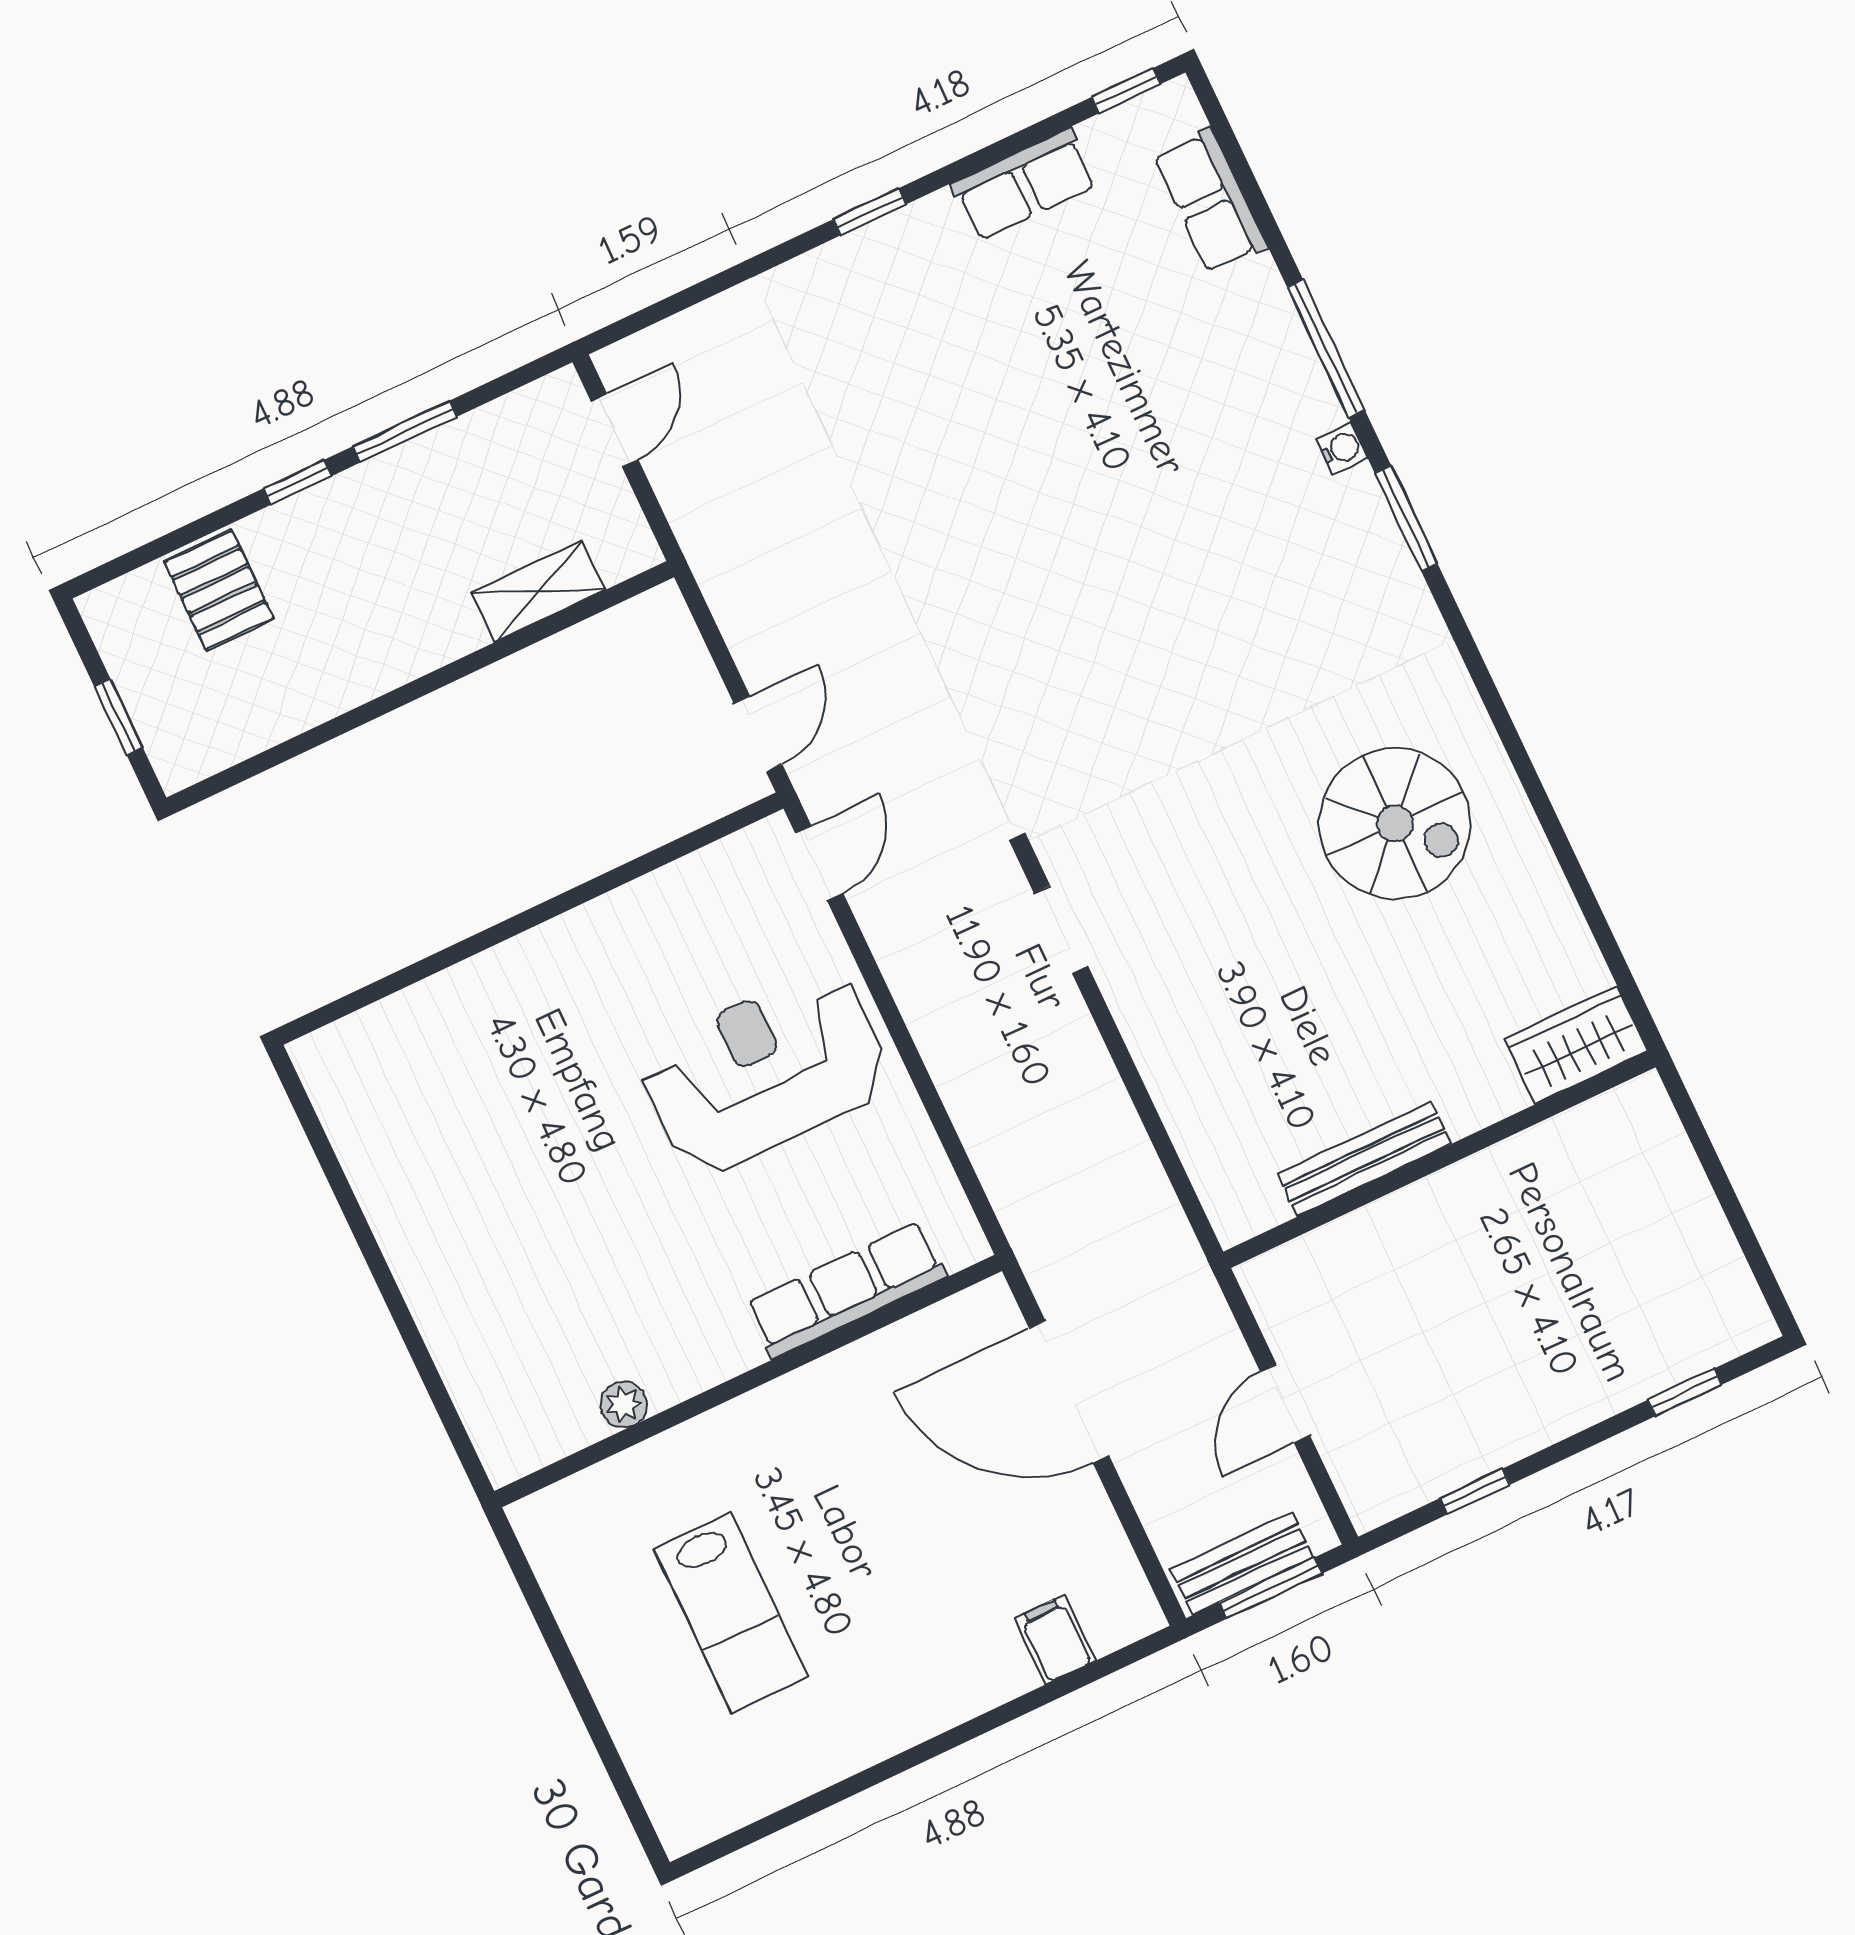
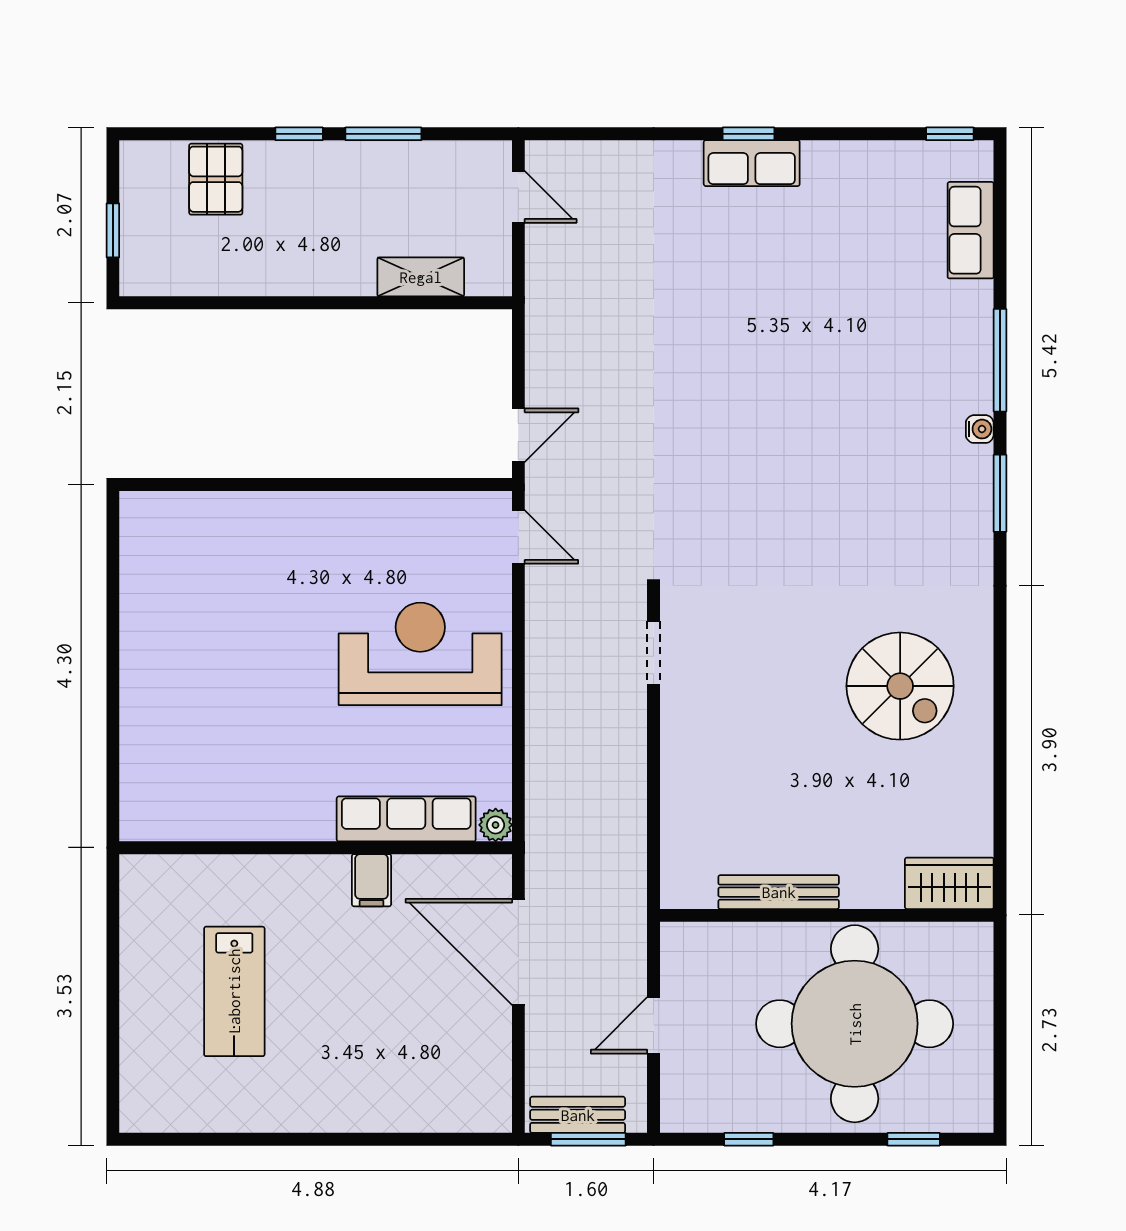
row of seats: (1024, 184) -> (752, 163), moved
door: (615, 431) -> (518, 197), hinge flipped
door: (819, 863) -> (518, 537), hinge flipped
round table: (1540, 1281) -> (855, 1024), added
plant: (624, 1404) -> (496, 825), moved
filing cabinet: (1055, 1639) -> (372, 880), moved, turned 180

